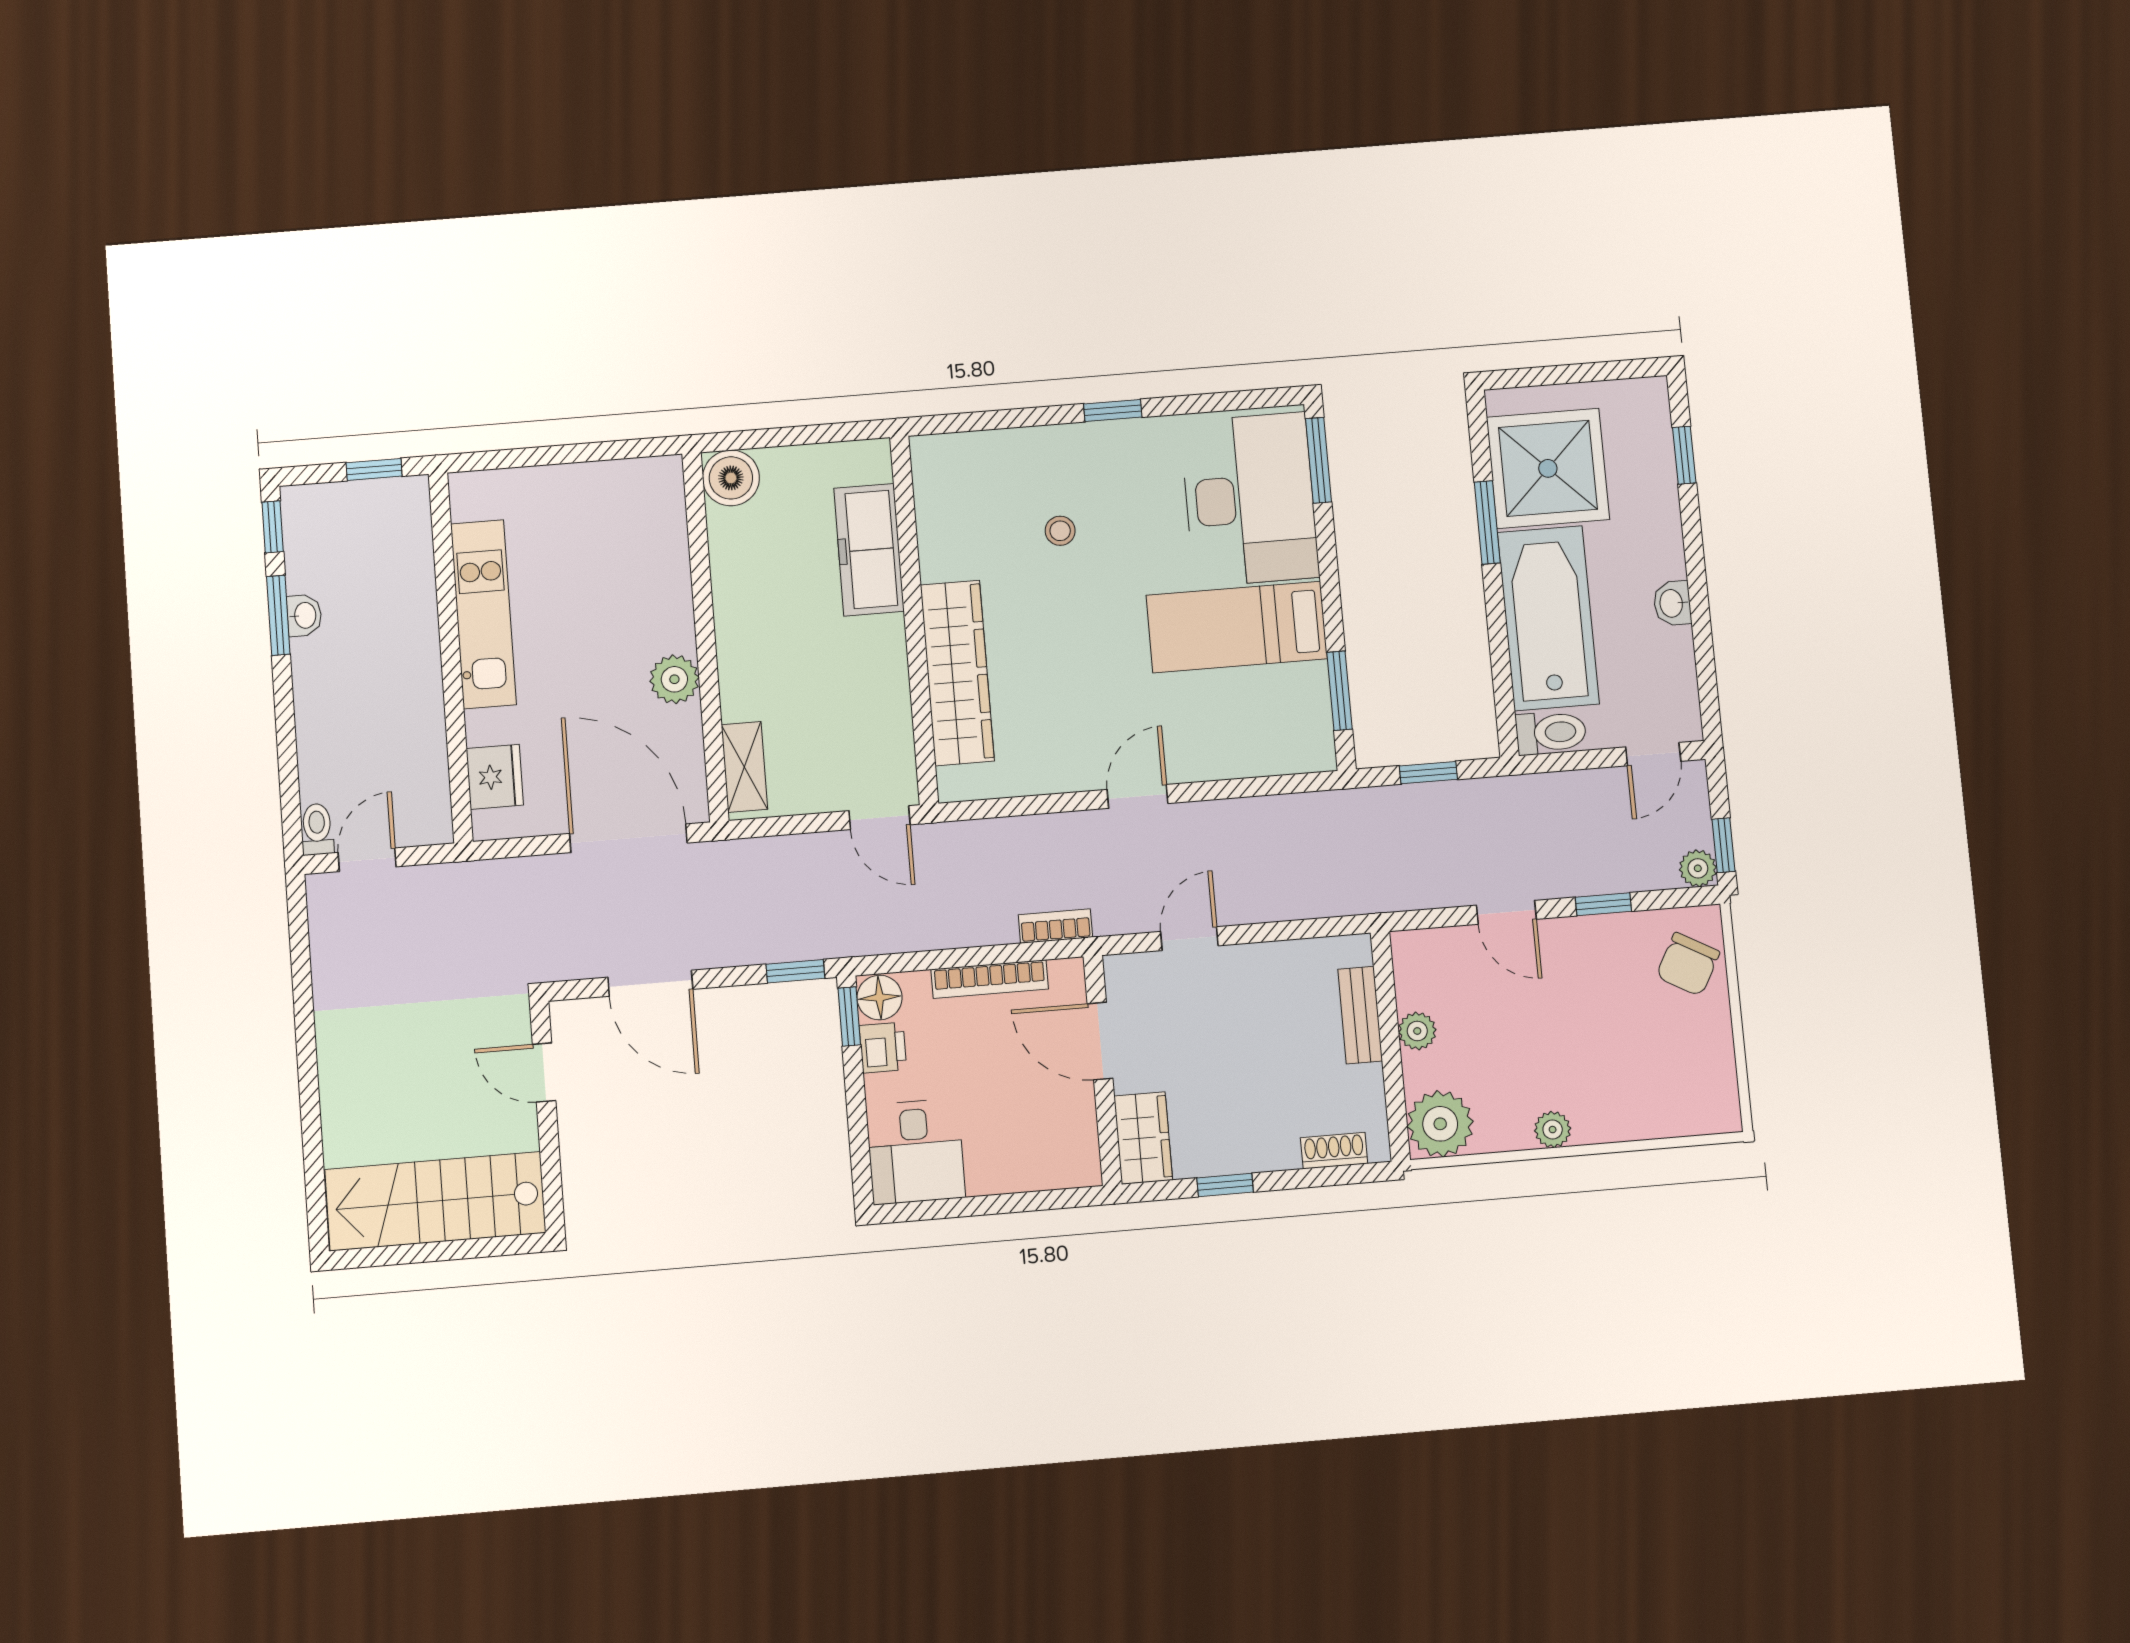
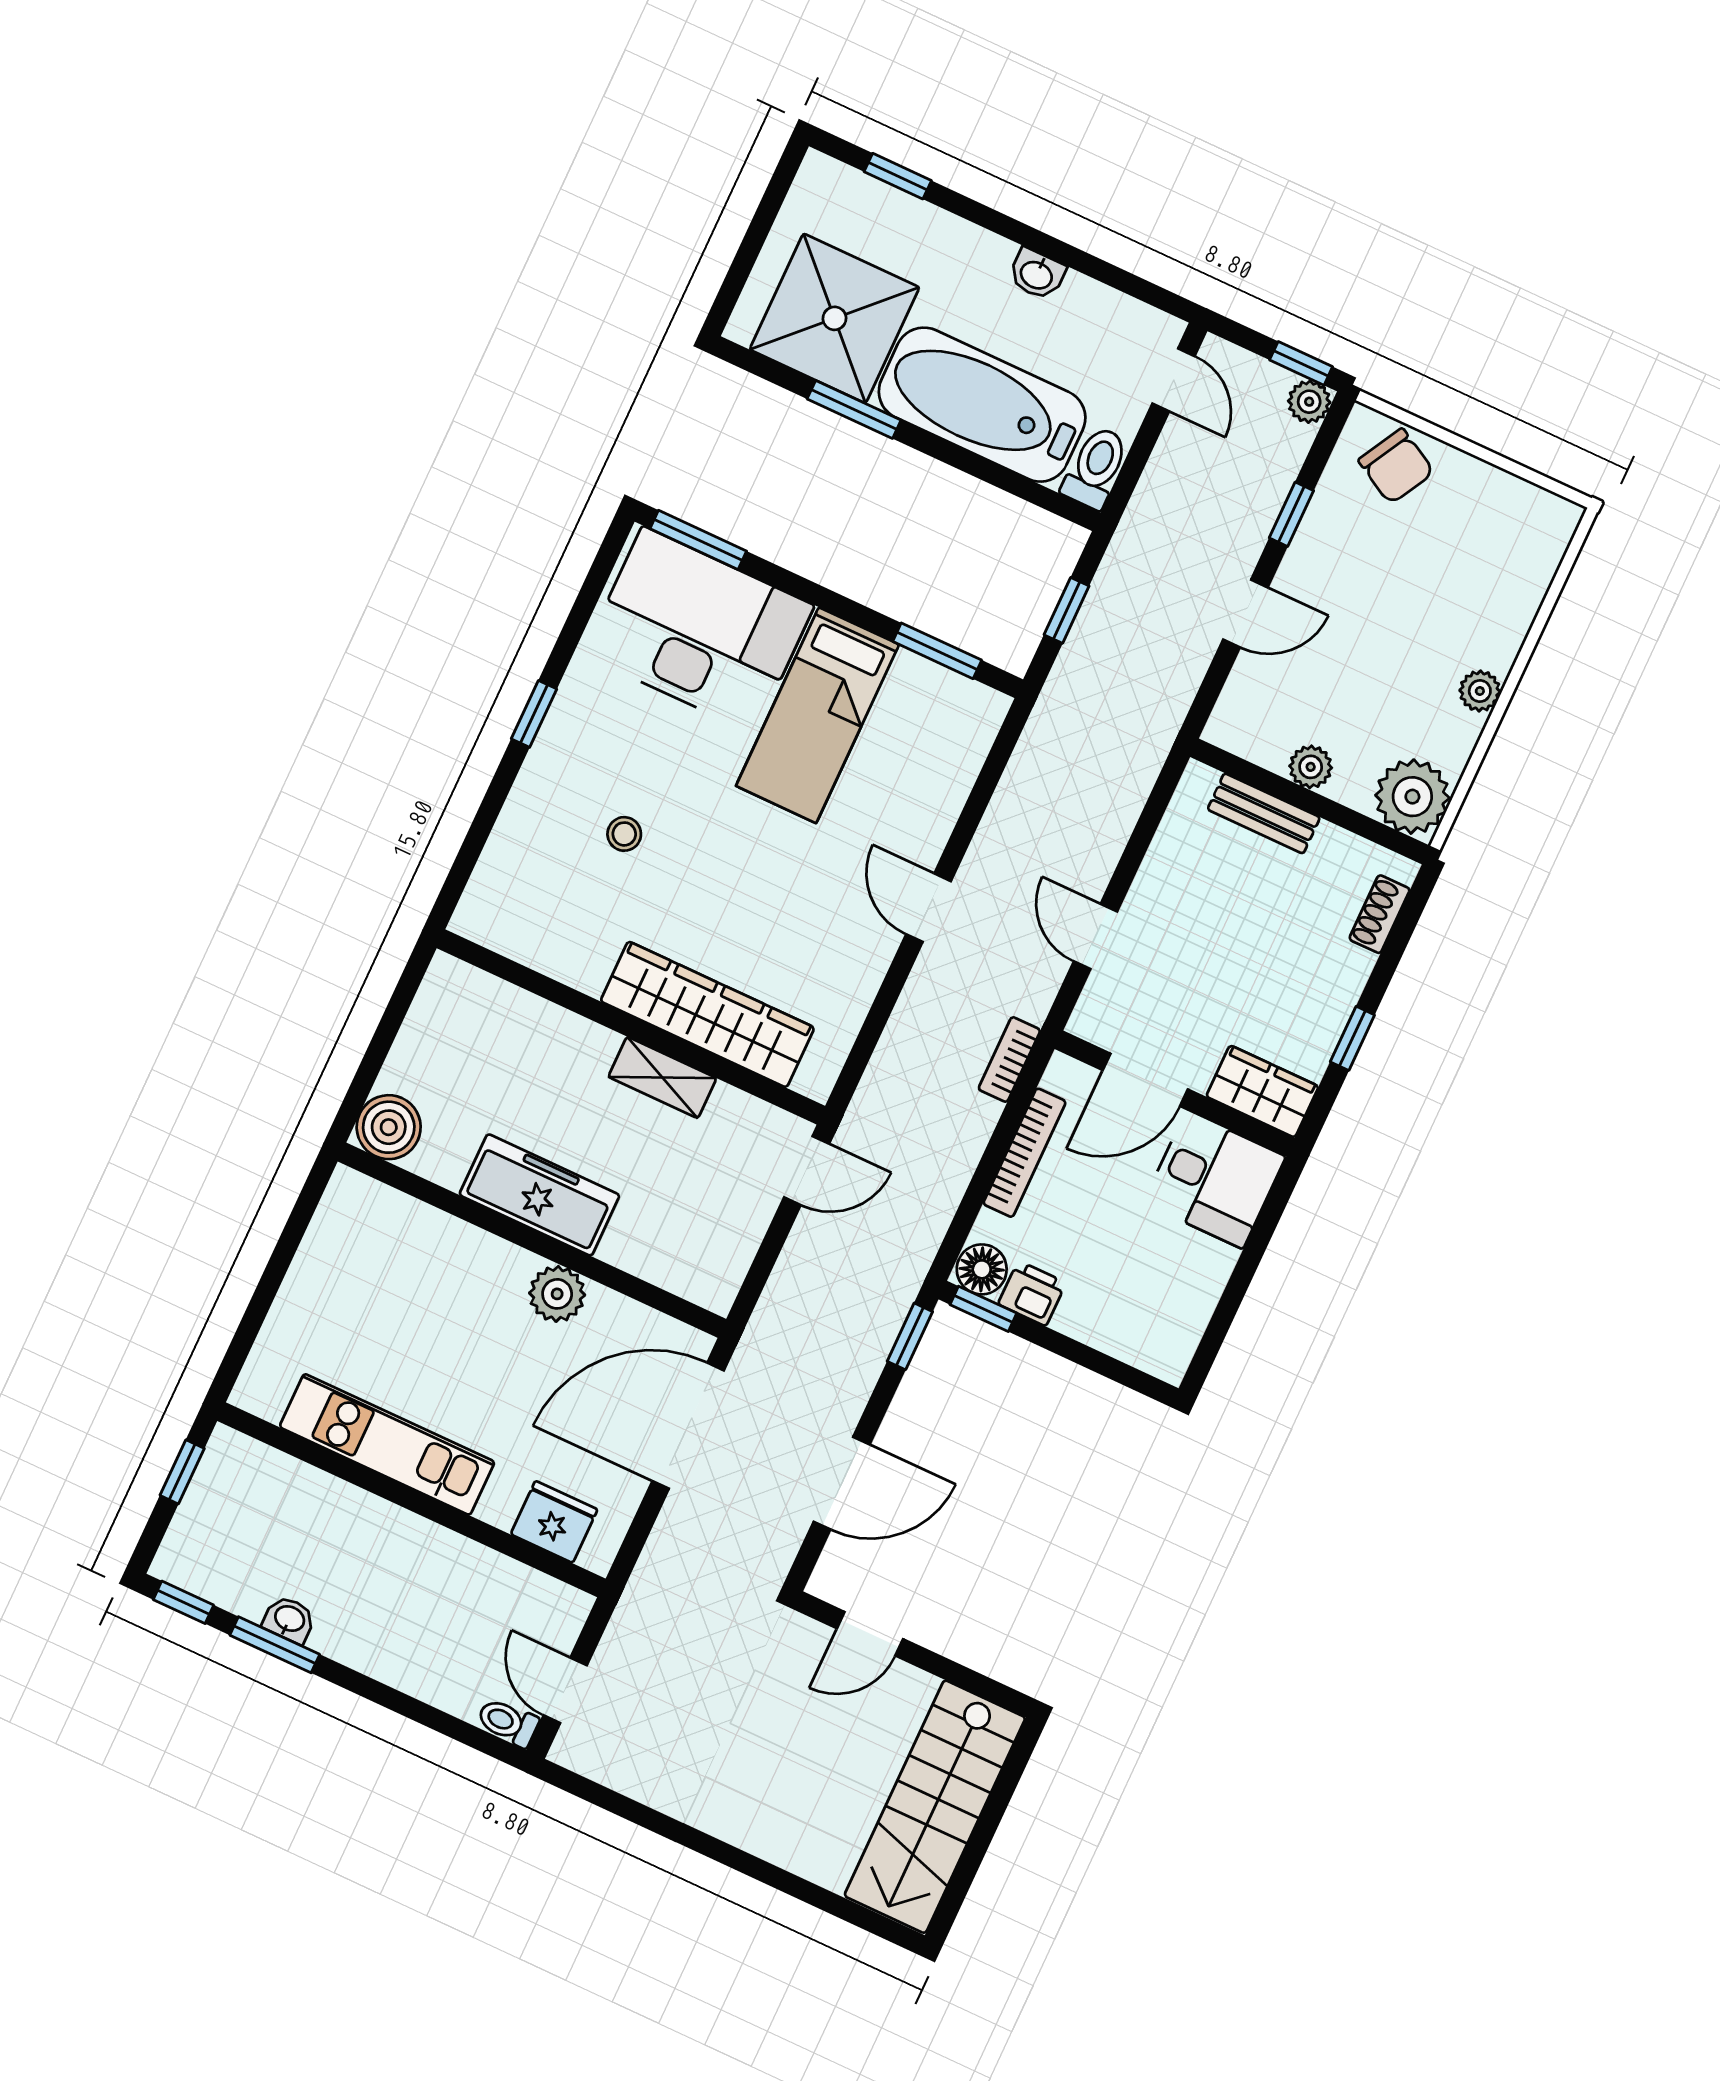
freezer: (869, 550) -> (539, 1195), moved, turned 180
shelving: (744, 767) -> (662, 1077), moved
desk: (916, 1151) -> (1215, 1180), moved

